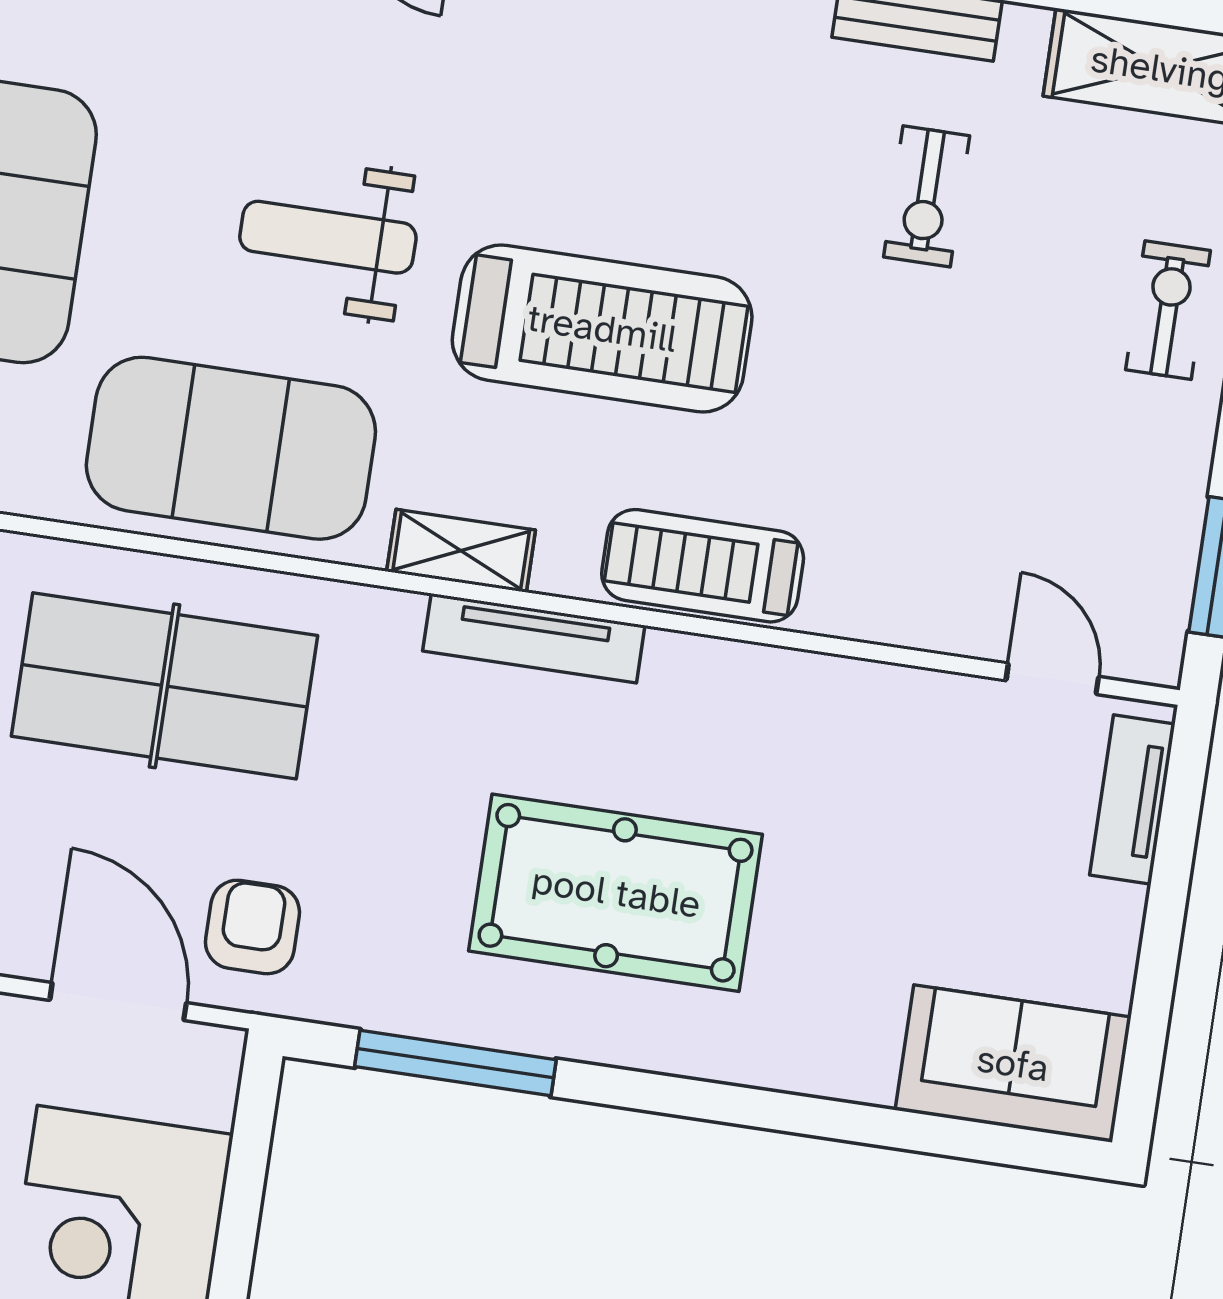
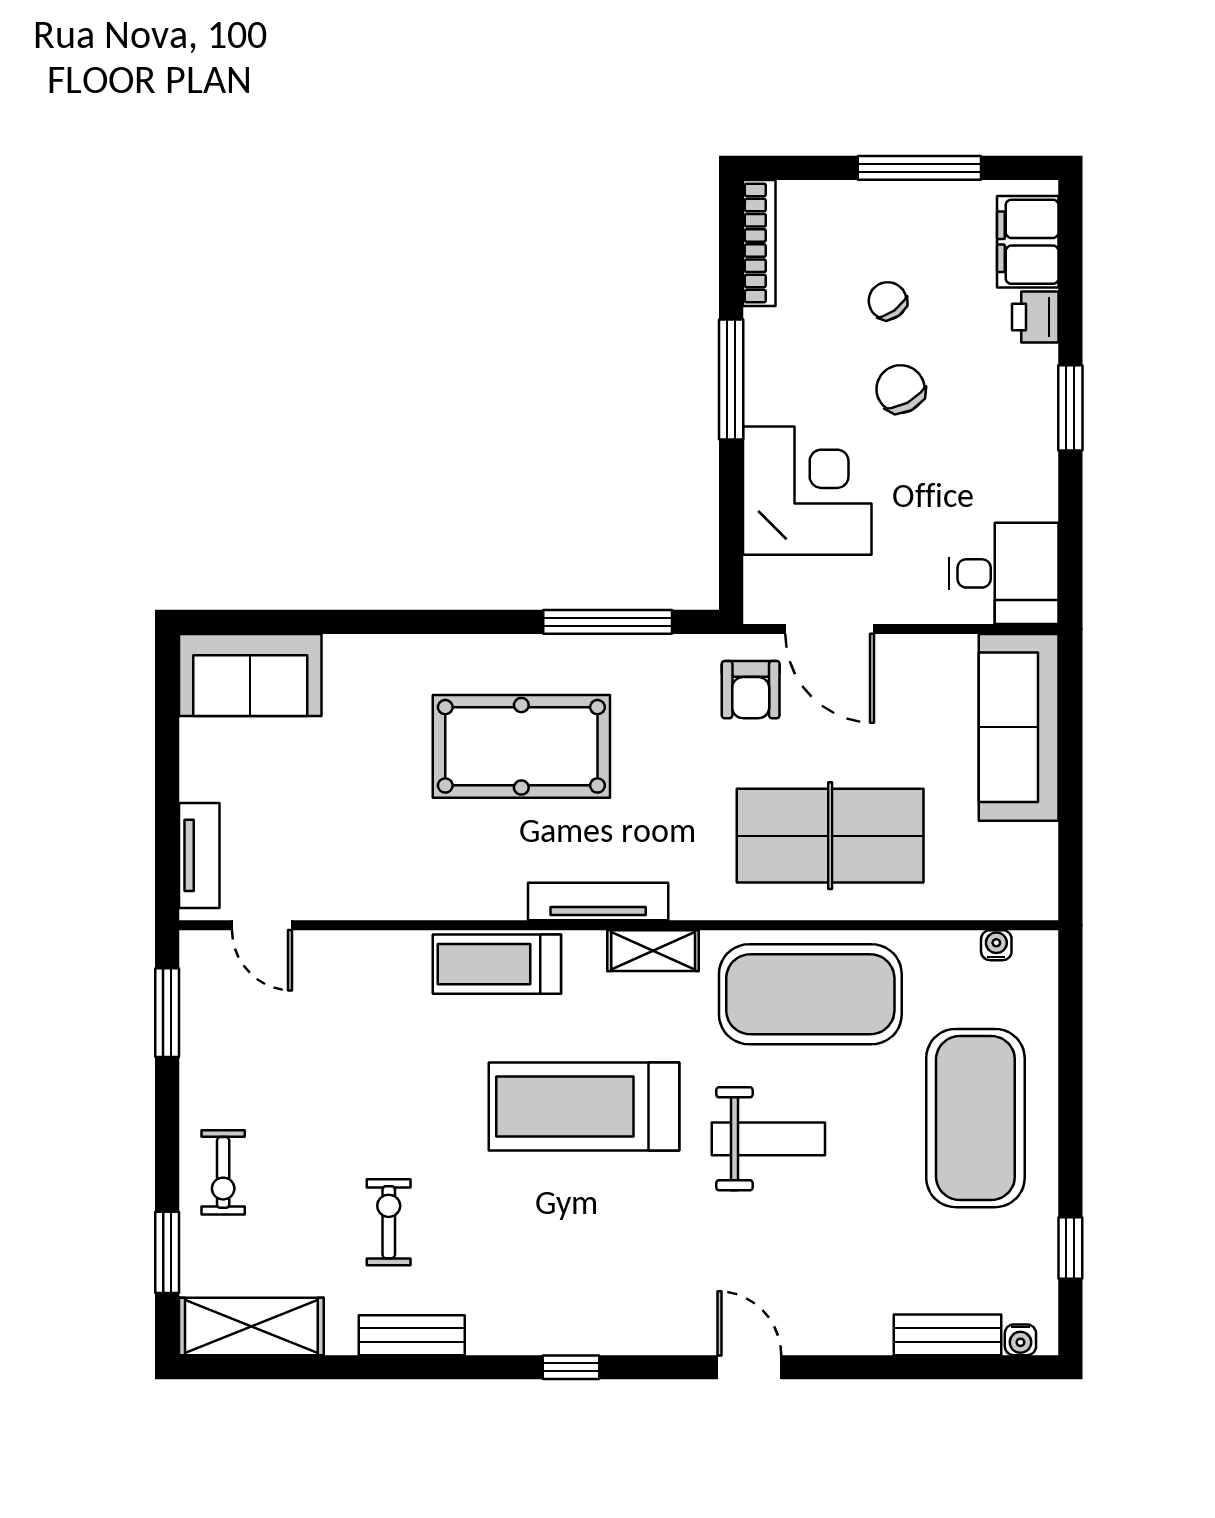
treadmill: (703, 566) -> (497, 964), turned 180

